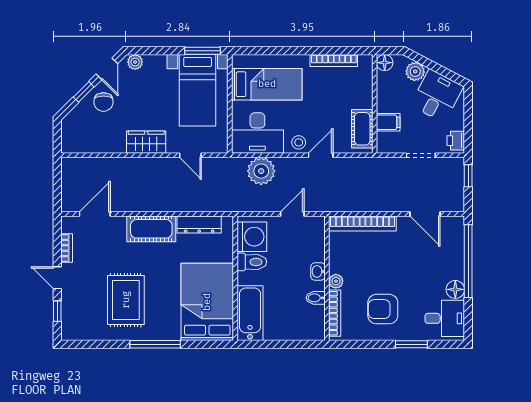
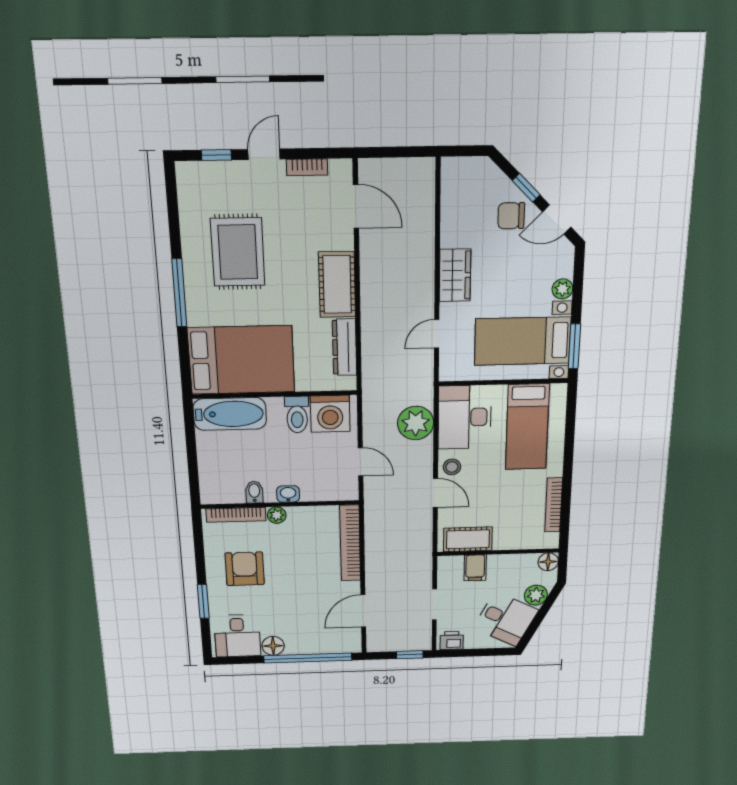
plant: (135, 62) -> (562, 289), moved
rug: (126, 300) -> (238, 252), turned 90

